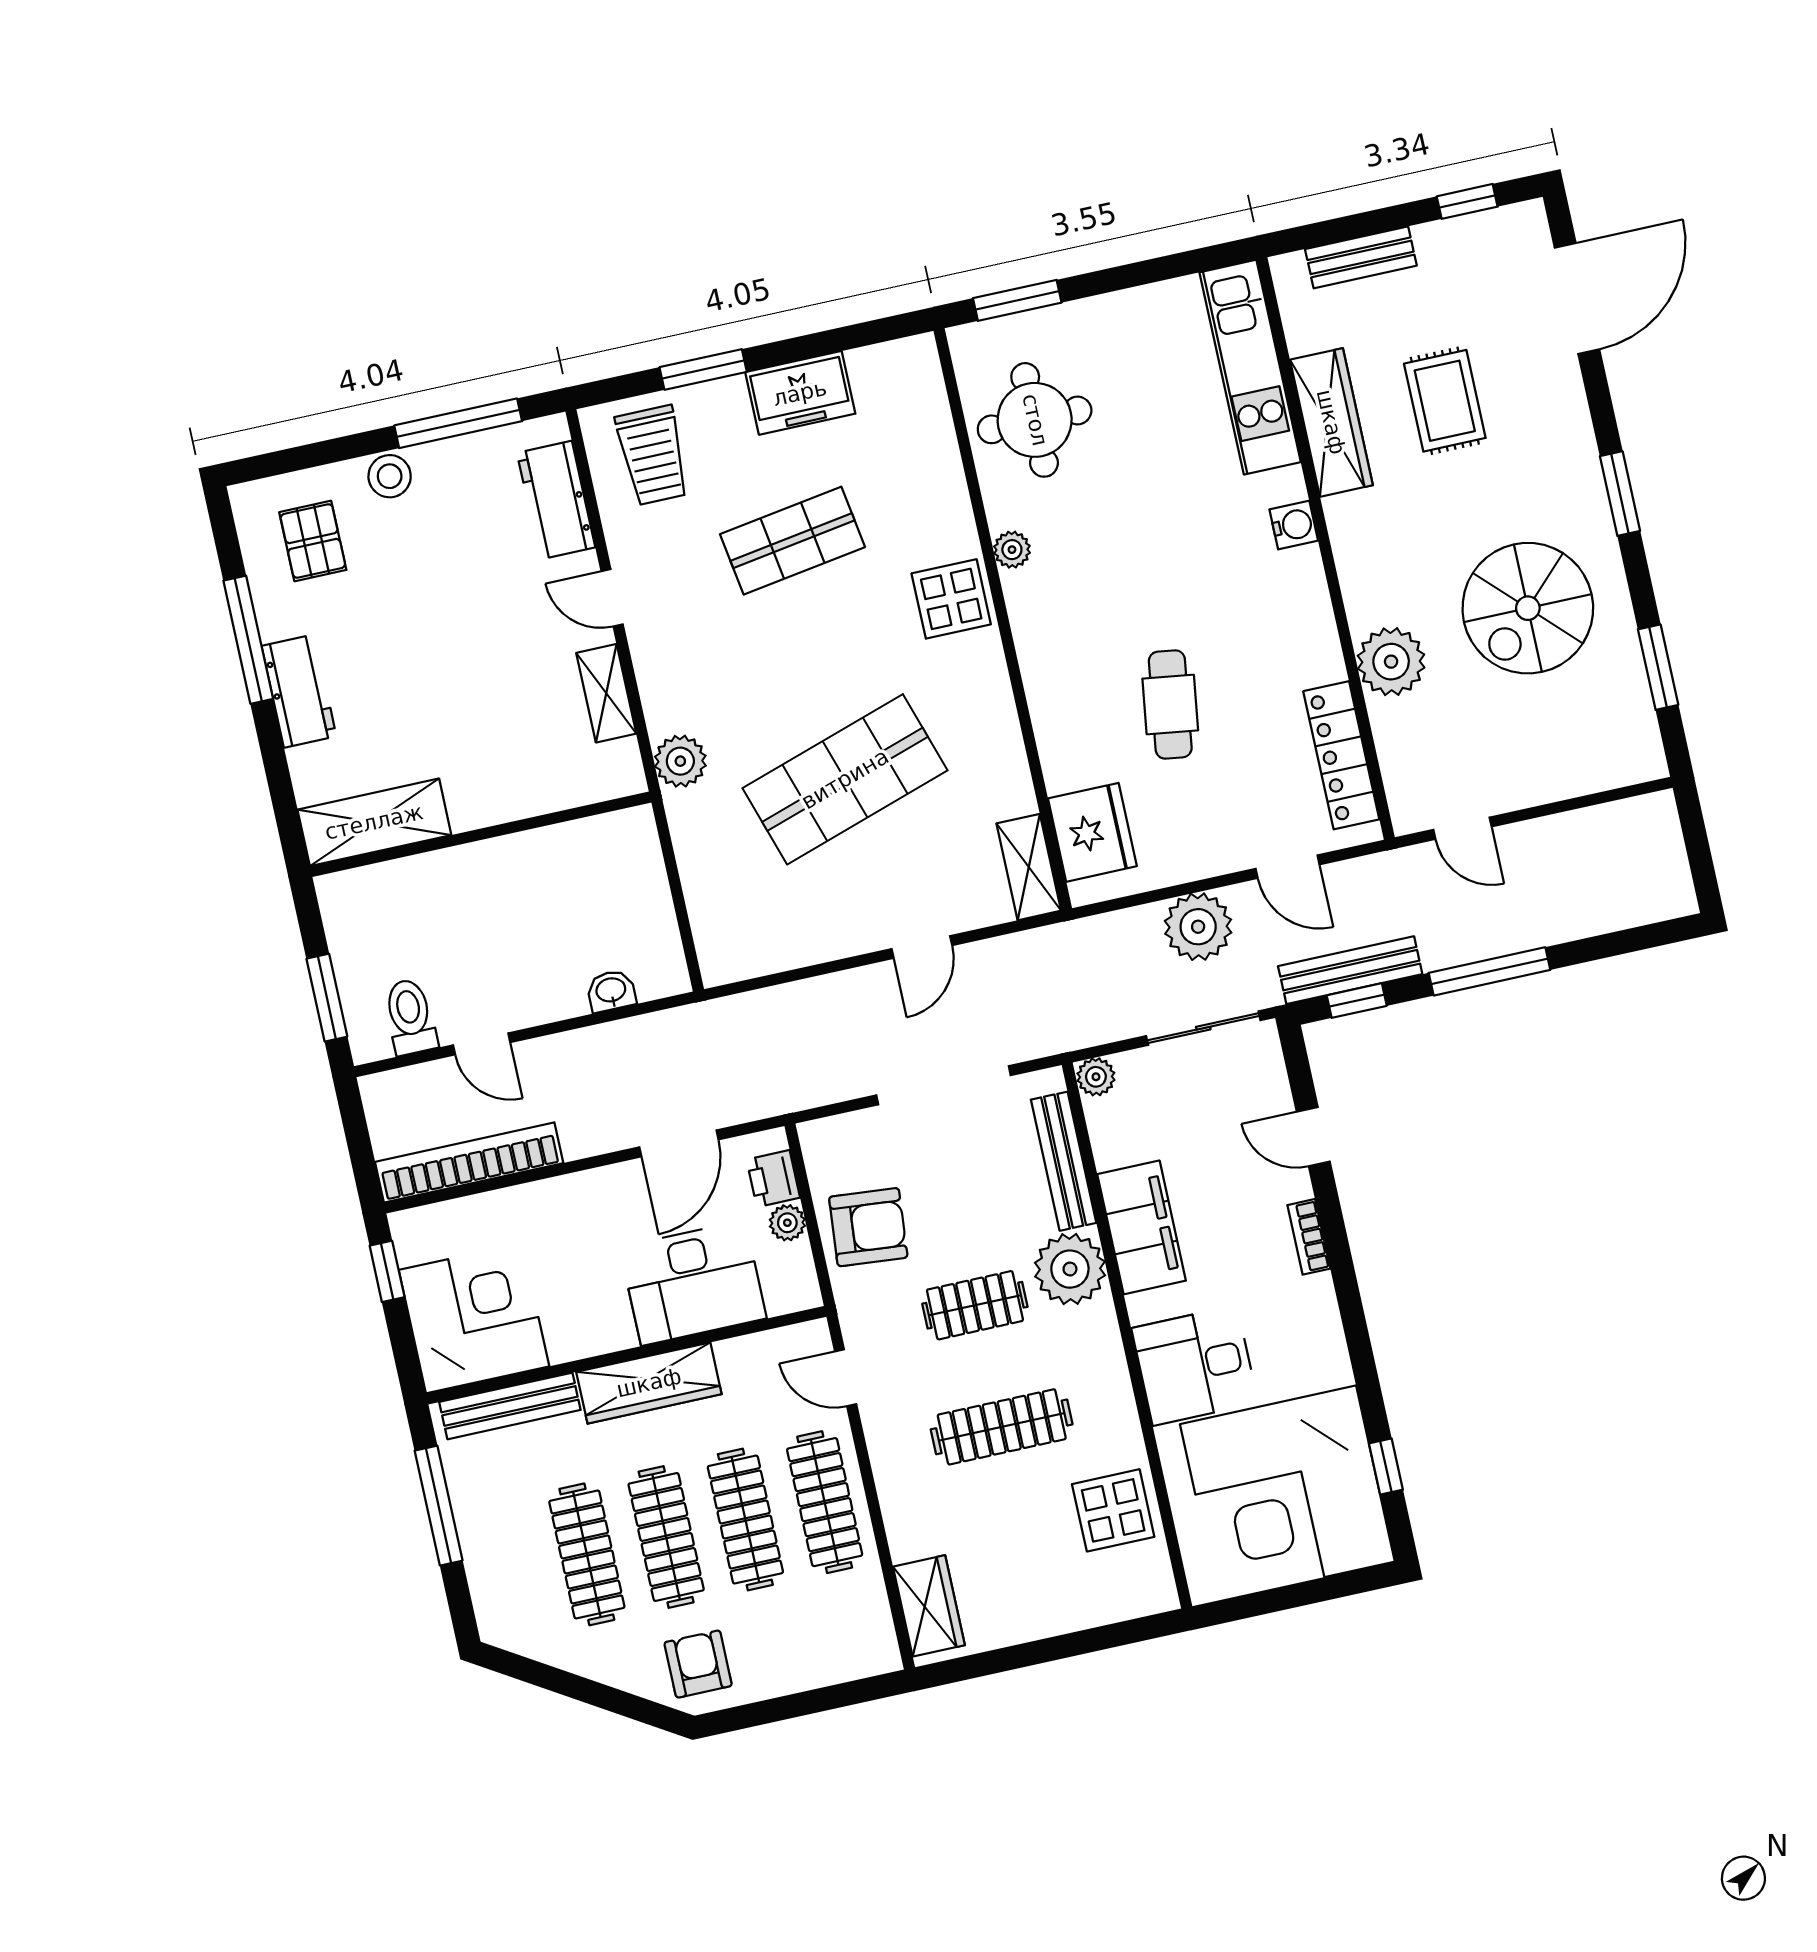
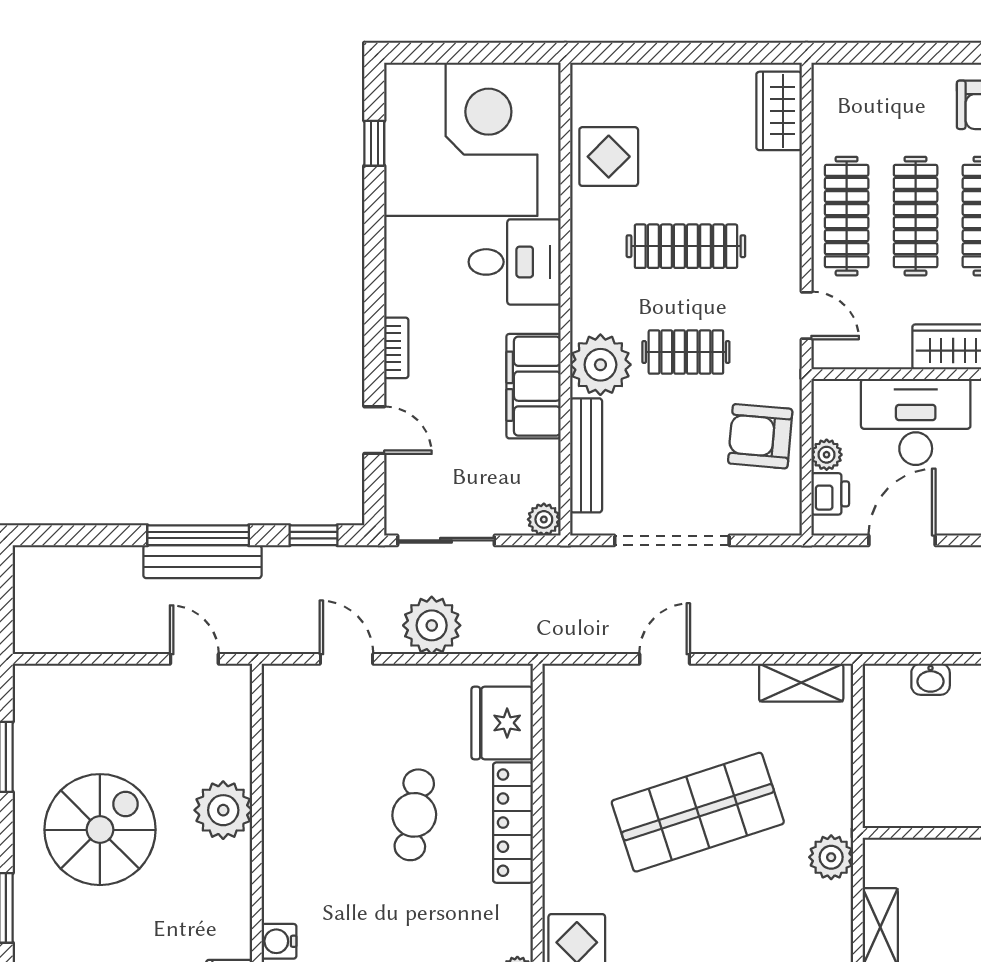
locker: (1341, 755) -> (513, 823), moved, turned 180
shelving: (1029, 867) -> (801, 683), moved, turned 90
bench: (1350, 970) -> (202, 562), moved

